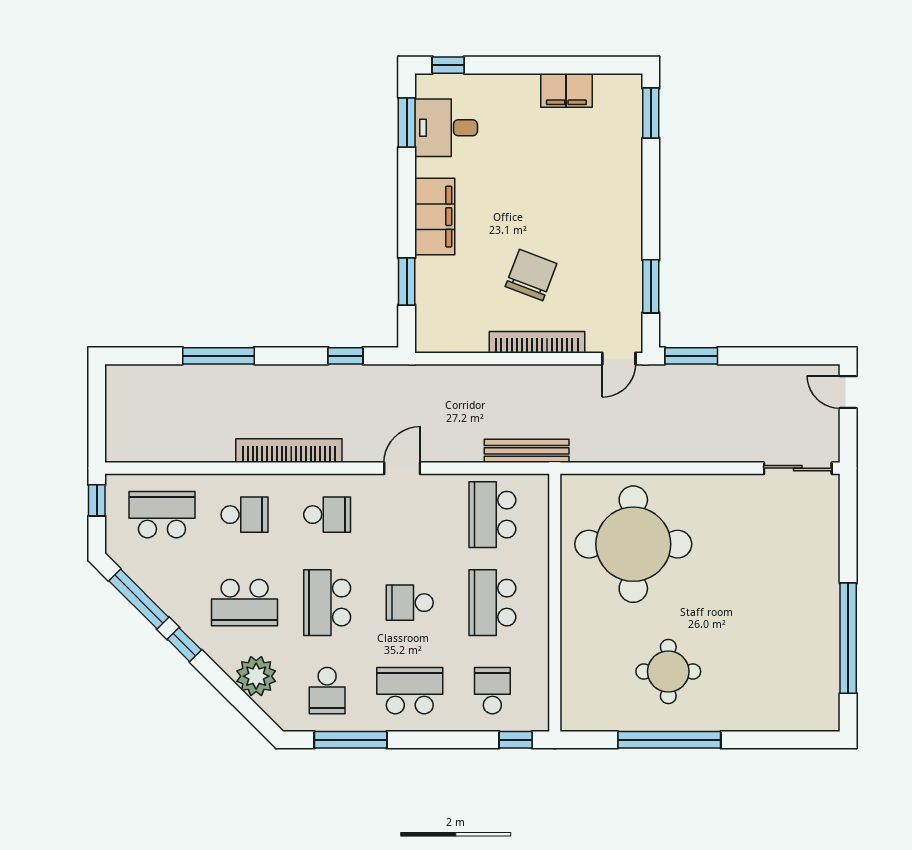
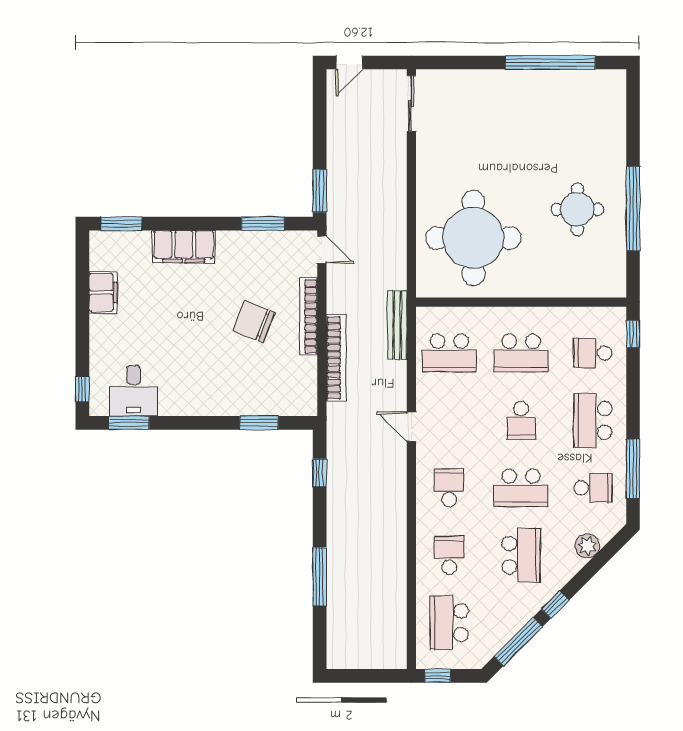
filing cabinet: (435, 217) -> (184, 247), moved, turned 180
bookcase: (289, 451) -> (336, 358), moved, turned 180
plant: (256, 676) -> (587, 546), width x0.73, depth x0.73

